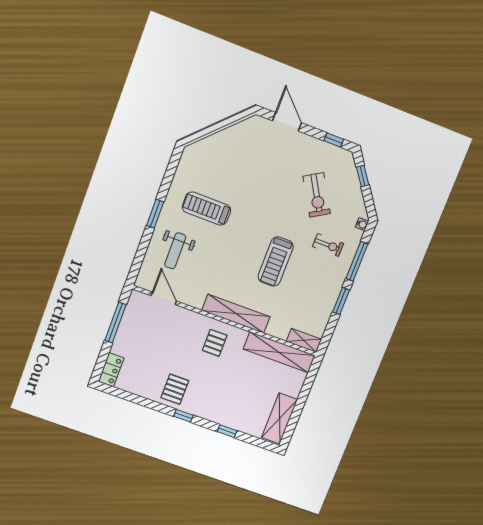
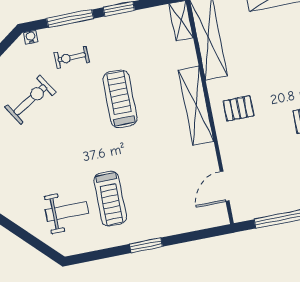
exercise bike: (328, 245) -> (72, 57), turned -90
weight bench: (175, 251) -> (67, 211), moved
treadmill: (276, 262) -> (120, 99), turned -90

